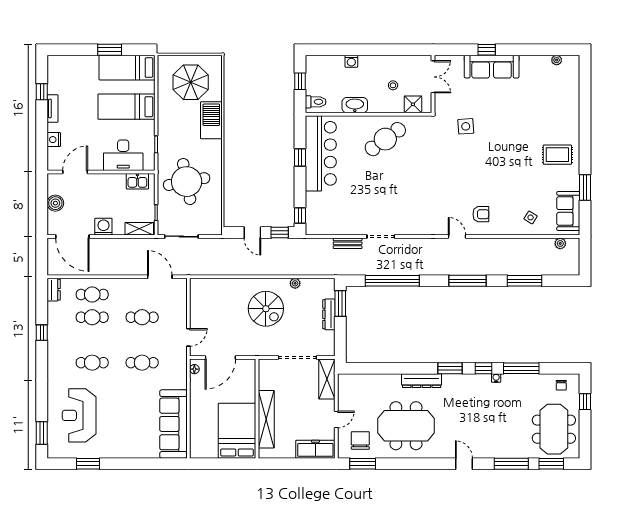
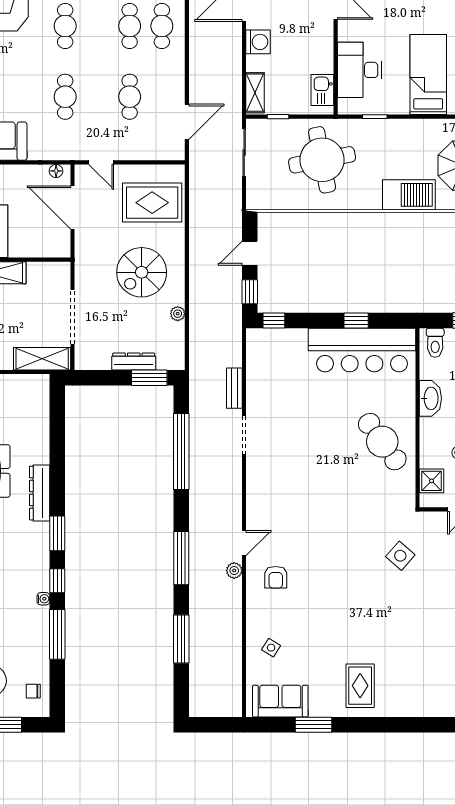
side table: (466, 126) -> (400, 556), turned 45
plant: (560, 243) -> (234, 571), moved
rug: (217, 301) -> (152, 203), added

